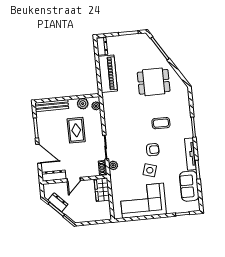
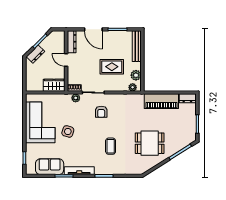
dining table: (154, 82) -> (150, 143), turned 90
armchair: (153, 150) -> (101, 112), moved
door: (38, 154) -> (93, 29), hinge flipped
dresser: (58, 202) -> (35, 54), moved

